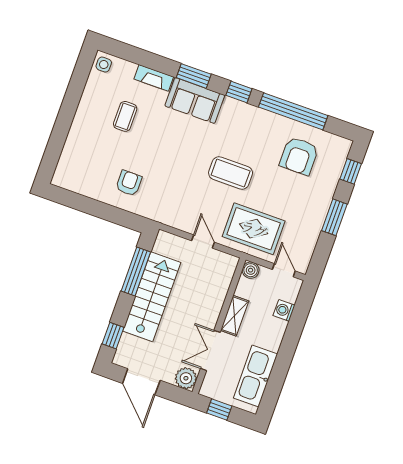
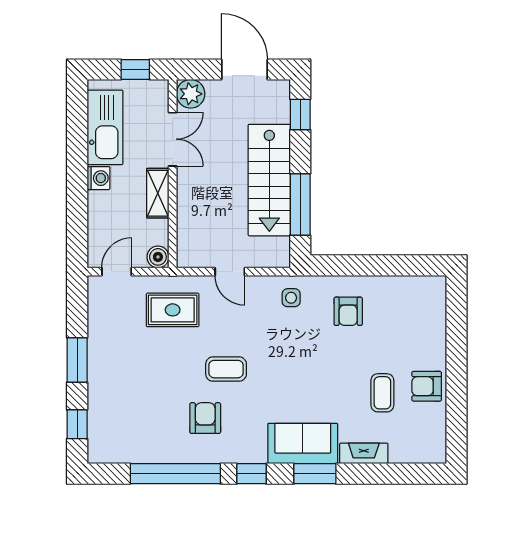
side table: (104, 65) -> (291, 298), moved
armchair: (92, 110) -> (427, 386), added
armchair: (299, 156) -> (205, 418), moved, width x0.72, depth x0.72
coffee table: (231, 173) -> (226, 369), width x0.73, depth x0.77
rug: (254, 229) -> (173, 310), width x0.73, depth x0.70
door: (284, 270) -> (117, 272), swing flipped
washing machine: (284, 310) -> (99, 178), moved

